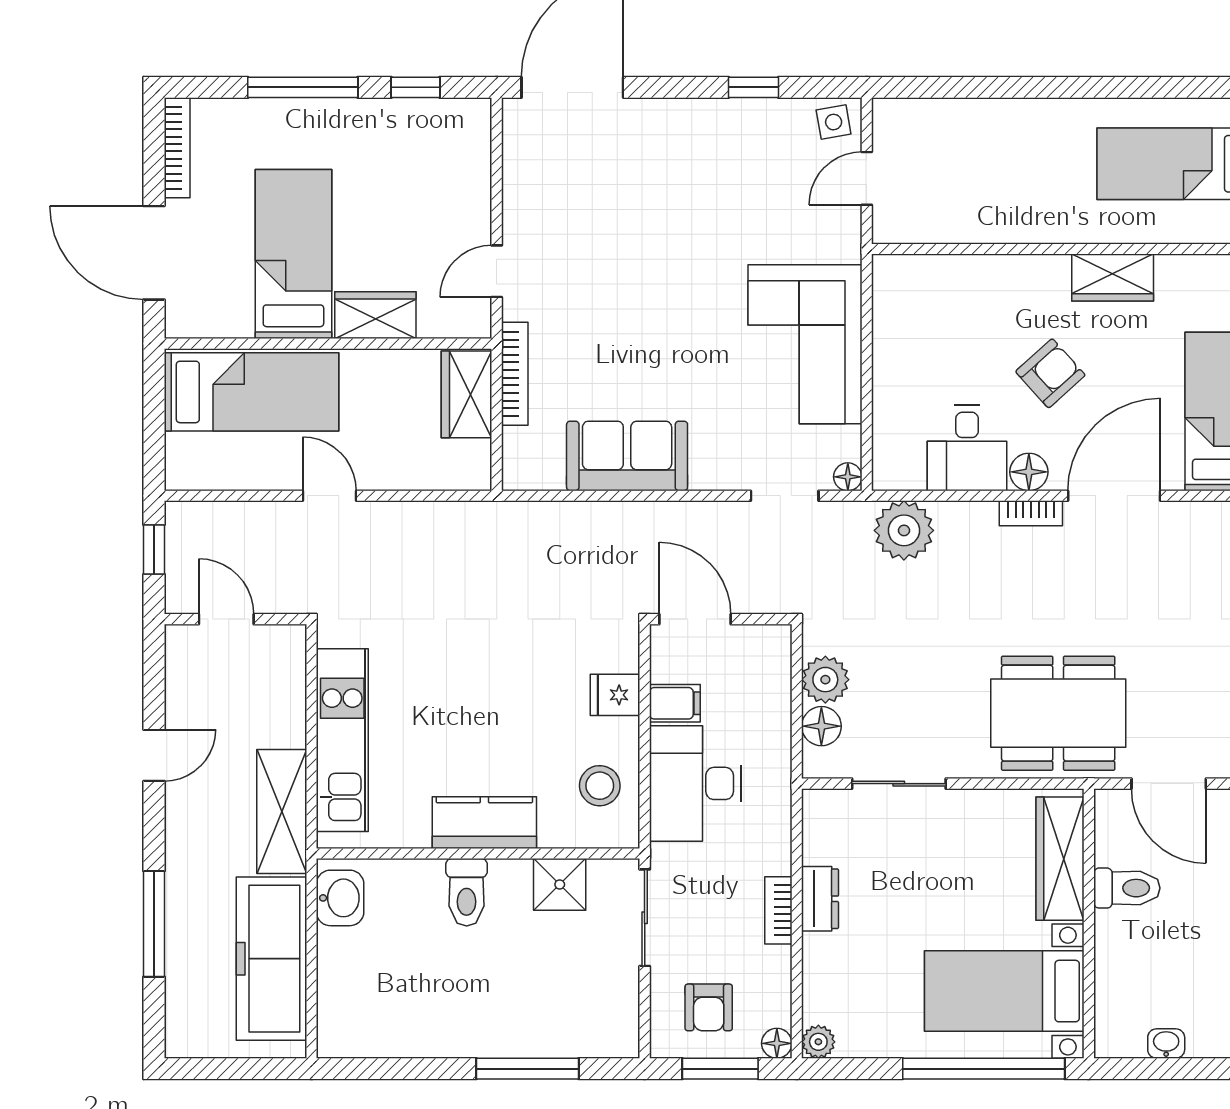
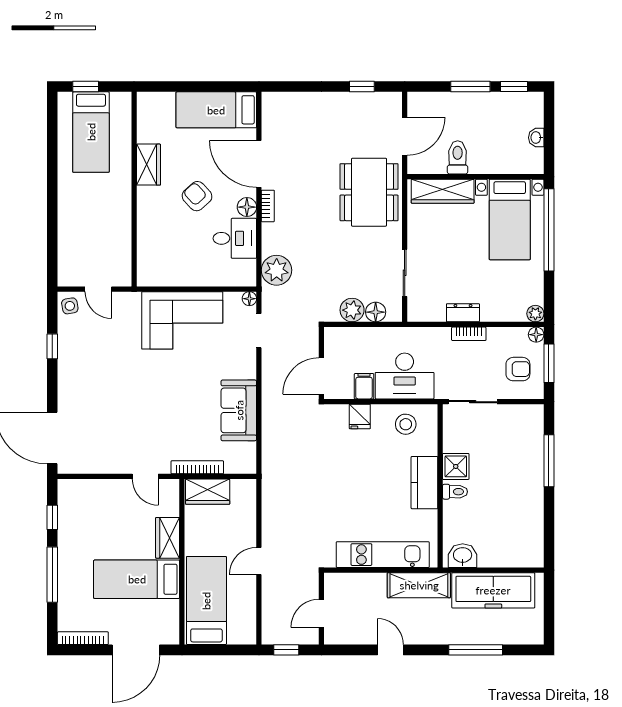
shower: (560, 884) -> (456, 466), moved
toilet: (467, 892) -> (455, 492), width x0.73, depth x0.72

